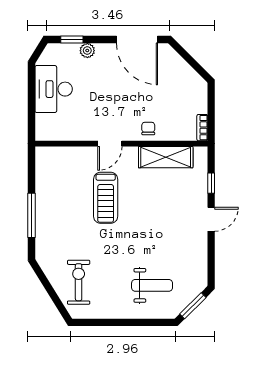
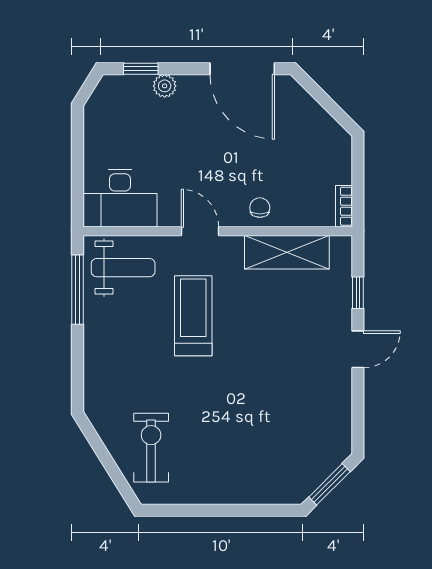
desk: (54, 89) -> (120, 198), moved, turned -90
door: (110, 144) -> (200, 231), swing flipped
treadmill: (106, 198) -> (193, 316), turned 180
window: (31, 215) -> (77, 290), moved
weight bench: (152, 285) -> (123, 268), moved

